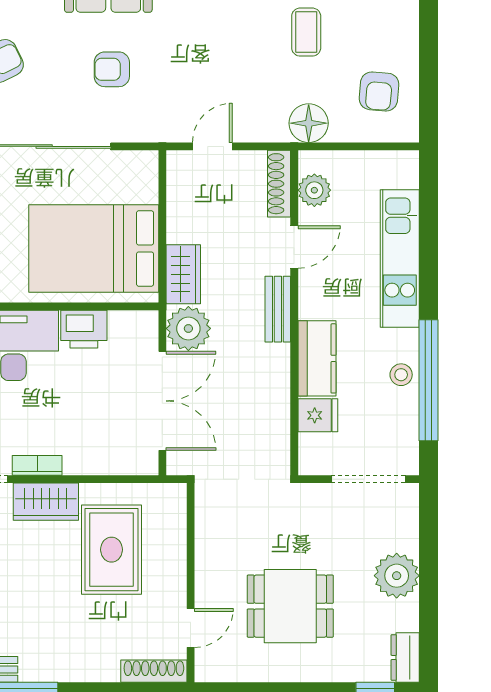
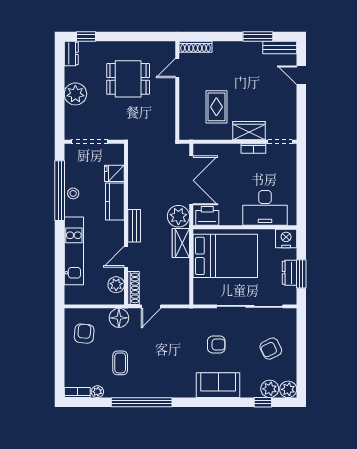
door: (212, 146) -> (151, 306), moved
printer: (84, 329) -> (207, 216), moved
double door: (162, 401) -> (191, 180), swing flipped
rug: (112, 550) -> (216, 107), width x0.73, depth x0.70

